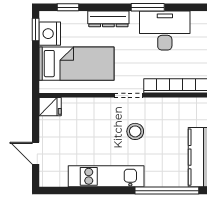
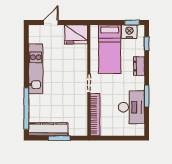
dresser: (108, 19) -> (139, 66), width x0.70
fridge: (50, 107) -> (76, 34), width x1.88, depth x1.34
stool: (135, 131) -> (65, 88), removed

